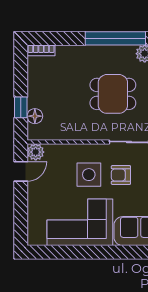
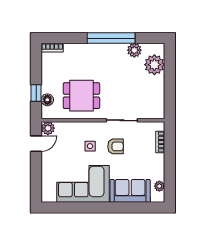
dining table: (113, 94) -> (81, 96), moved
side table: (89, 175) -> (90, 146), width x0.54, depth x0.54
armchair: (121, 175) -> (115, 146), turned 180

